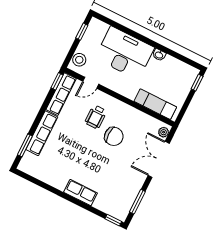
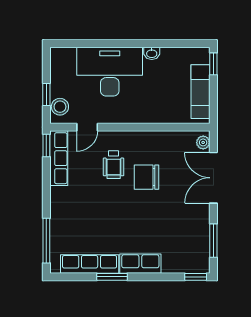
window: (82, 32) -> (46, 94), moved
exam couch: (155, 104) -> (200, 92), moved, turned -90
row of seats: (42, 133) -> (90, 264), moved, turned -90
chair: (114, 136) -> (146, 177), turned 180
window: (25, 145) -> (46, 241), width x1.44
window: (57, 192) -> (112, 277), added

